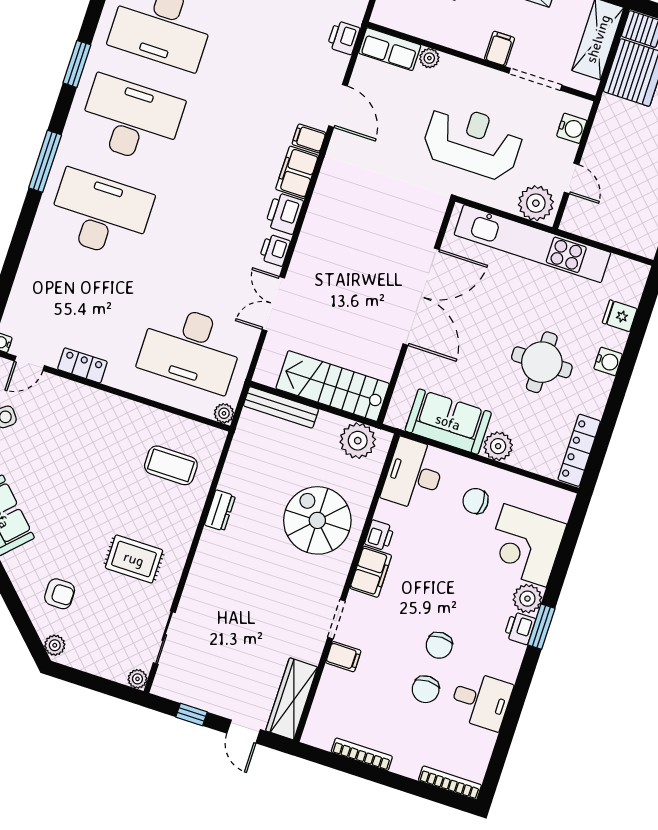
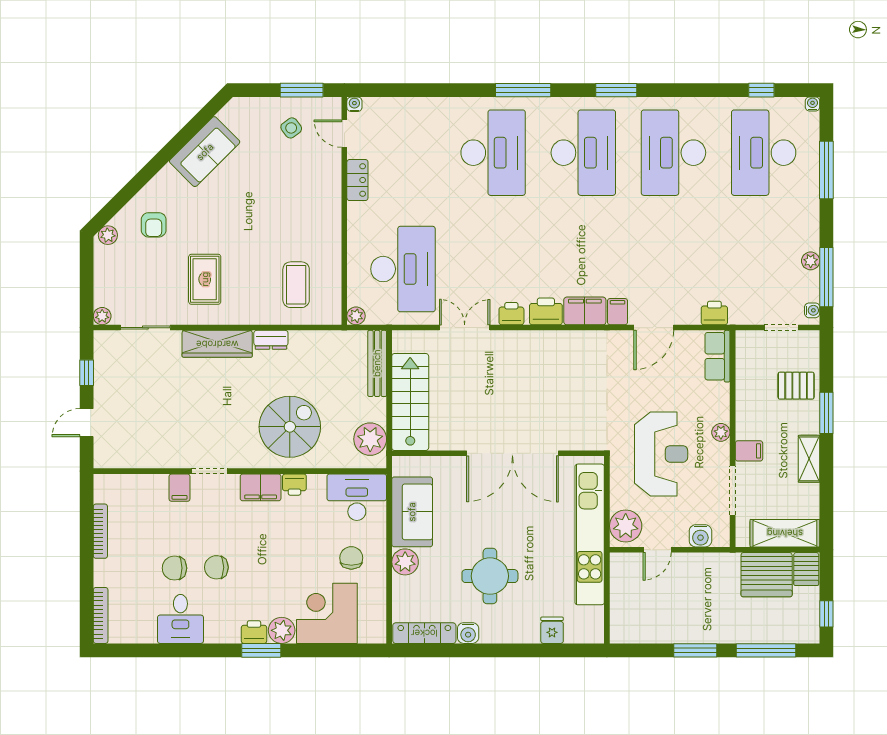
plant: (429, 58) -> (721, 432), moved
desk: (191, 348) -> (403, 269), turned 180
water cooler: (608, 361) -> (468, 633), moved
wardrobe: (292, 699) -> (217, 344), moved, turned 180

